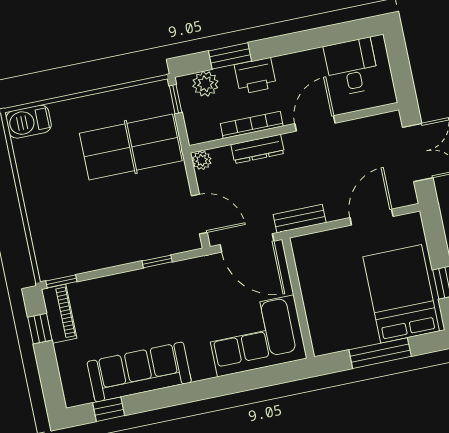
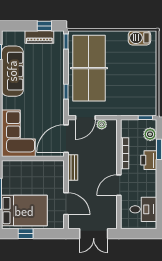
barbecue: (29, 122) -> (139, 38), moved, turned -90
door: (315, 123) -> (119, 185), swing flipped
table tennis table: (131, 147) -> (89, 68), moved, width x1.36, depth x1.32
dresser: (258, 149) -> (112, 154), removed
plant: (202, 160) -> (102, 124), moved
piano: (59, 314) -> (39, 37), moved

